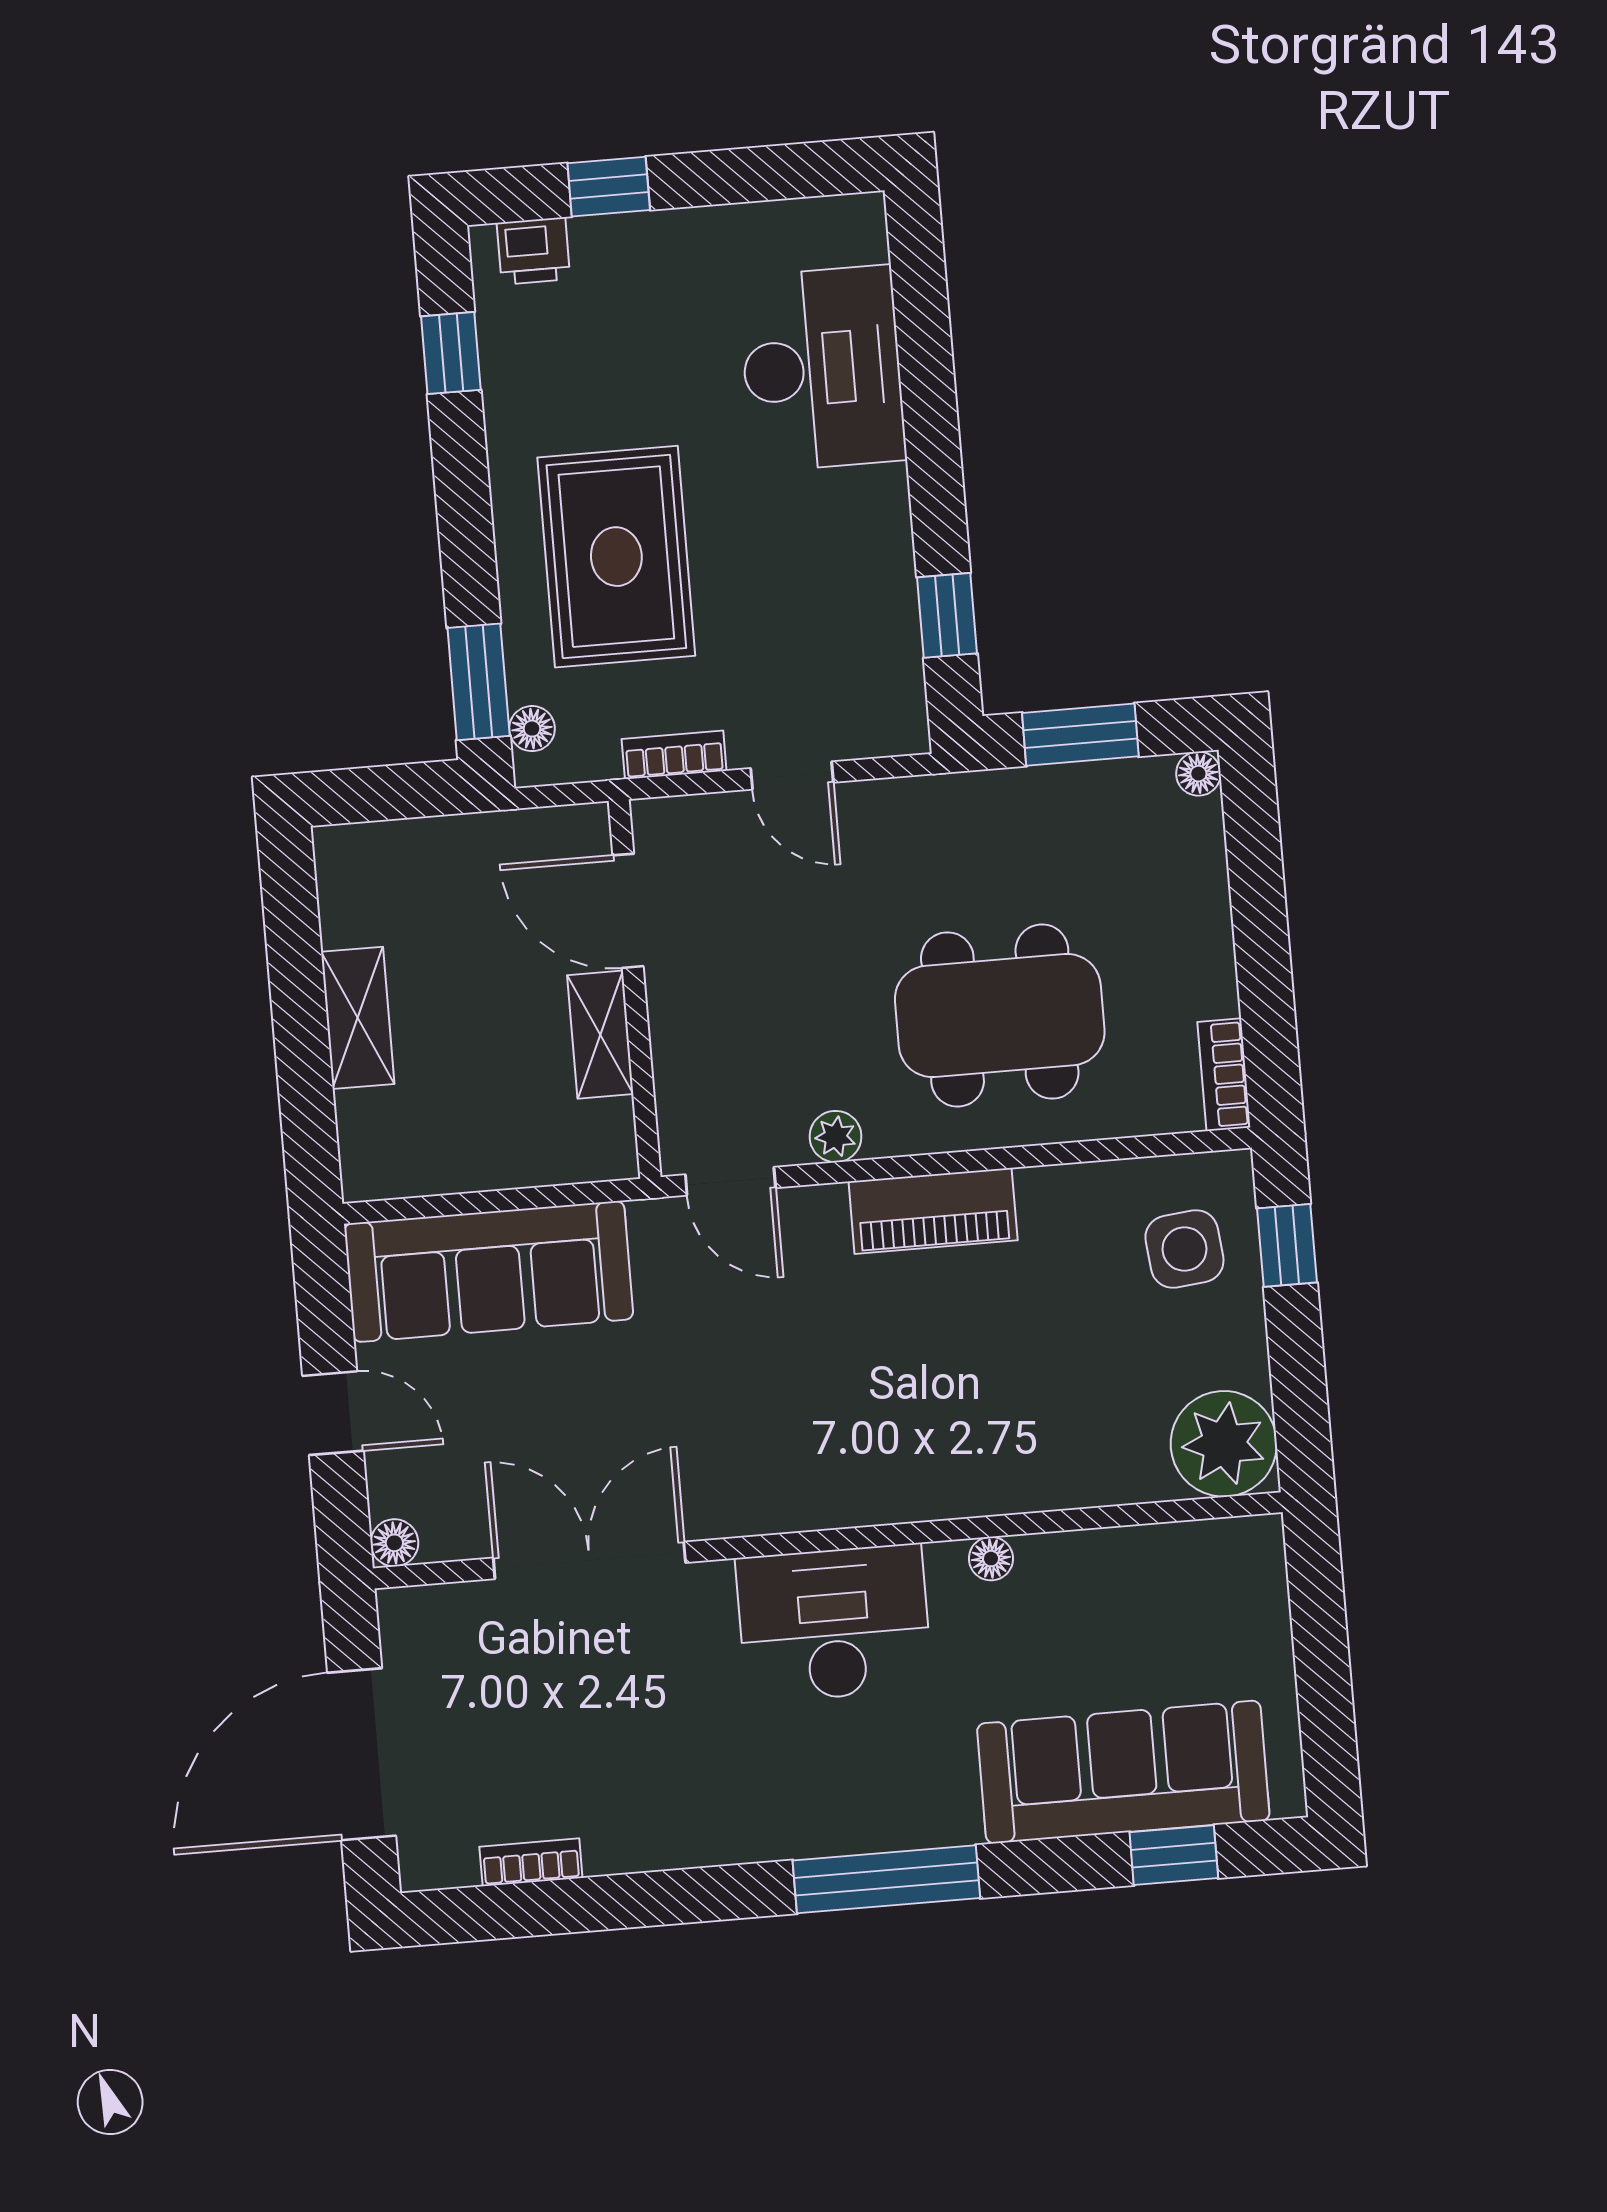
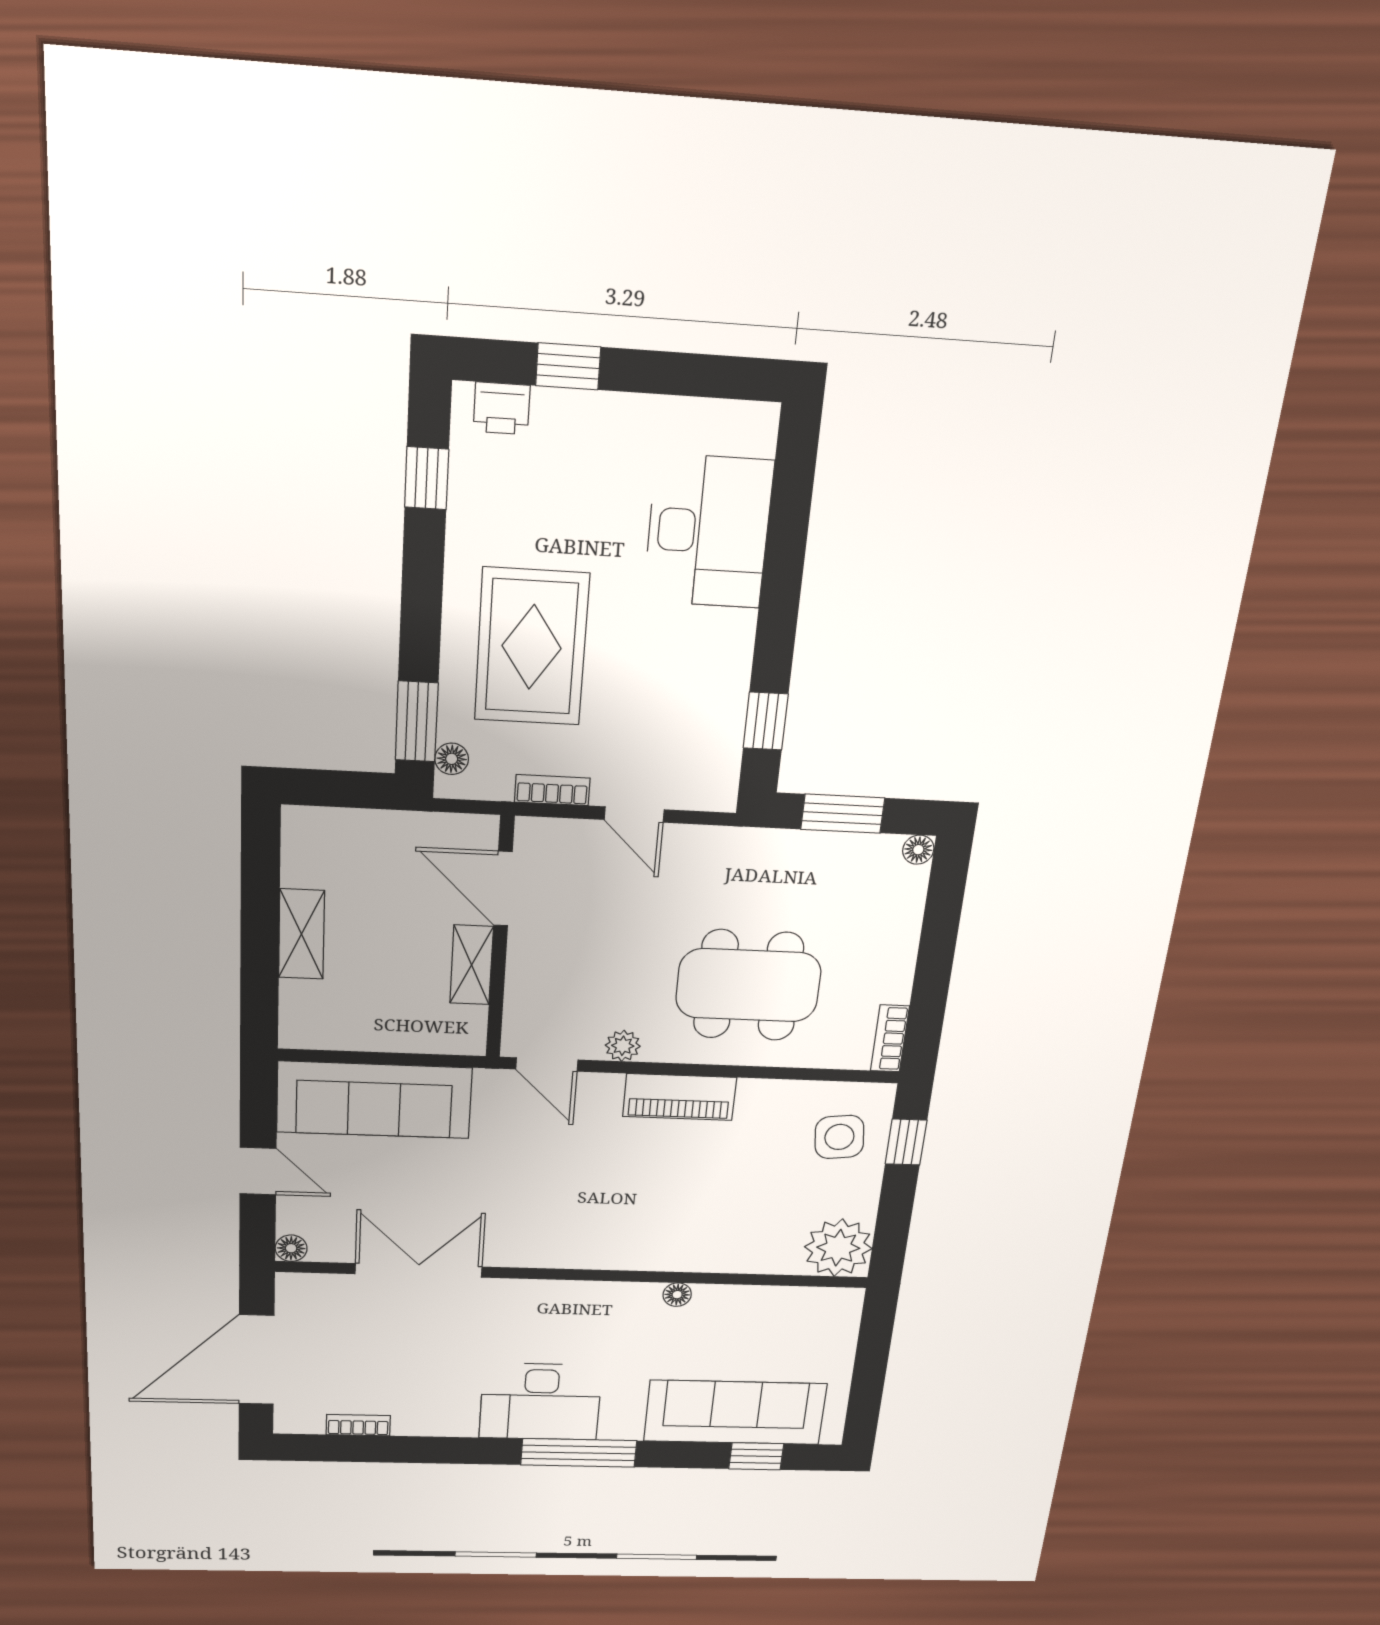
desk: (834, 1623) -> (540, 1402), moved, turned 180

